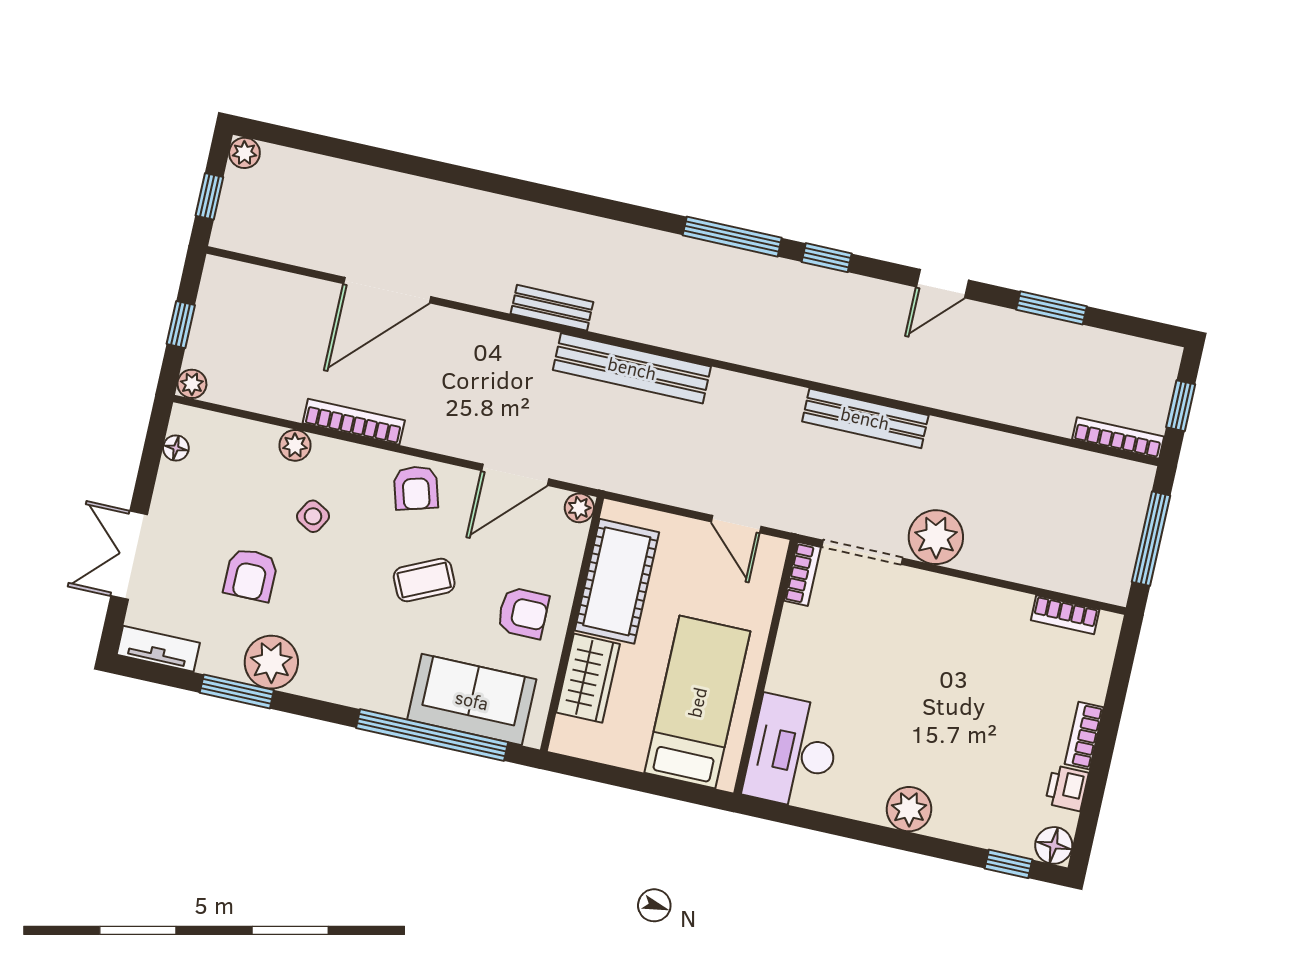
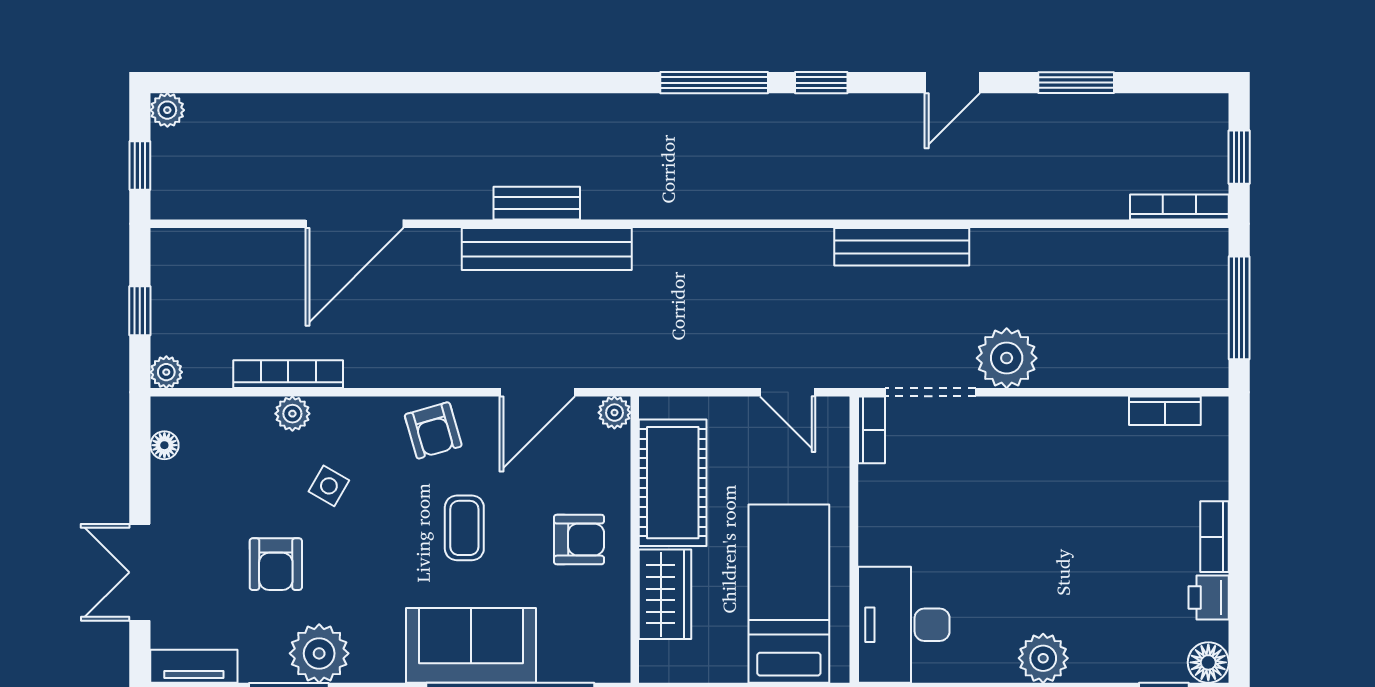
bench: (632, 368) -> (547, 249), moved
bookcase: (354, 422) -> (288, 374), moved
coffee table: (424, 580) -> (464, 528), turned -65
sofa: (472, 700) -> (471, 645), moved

